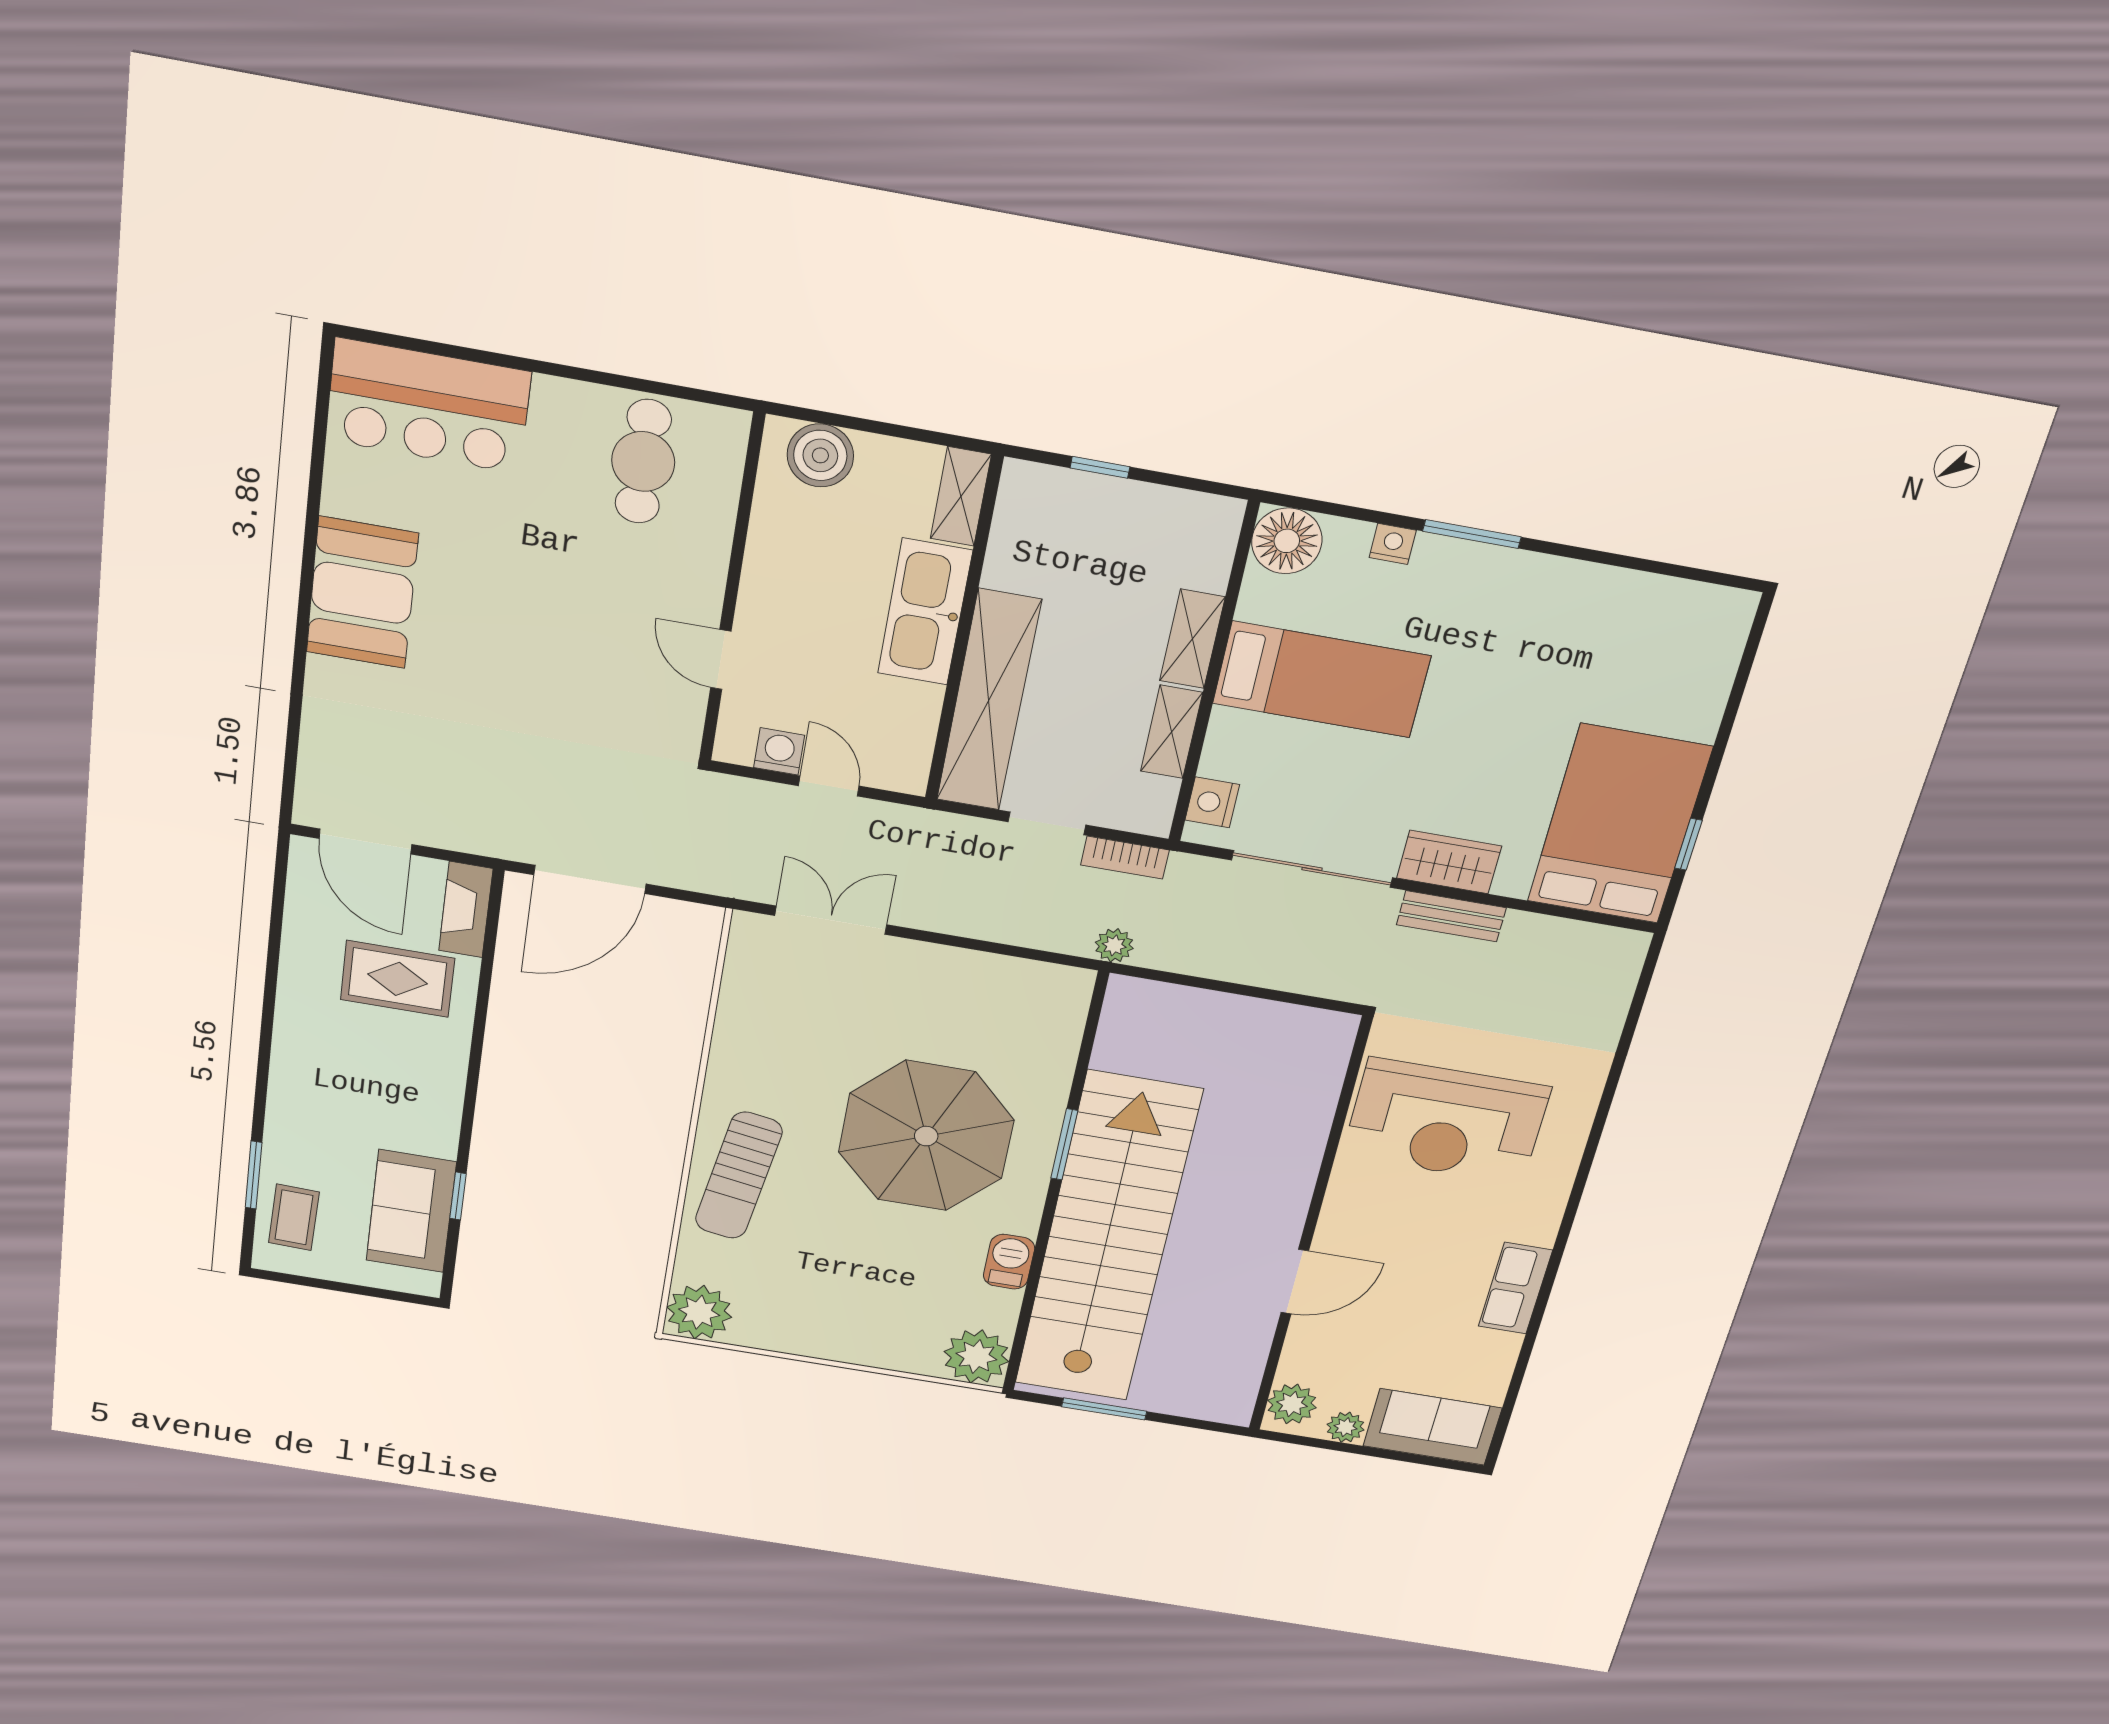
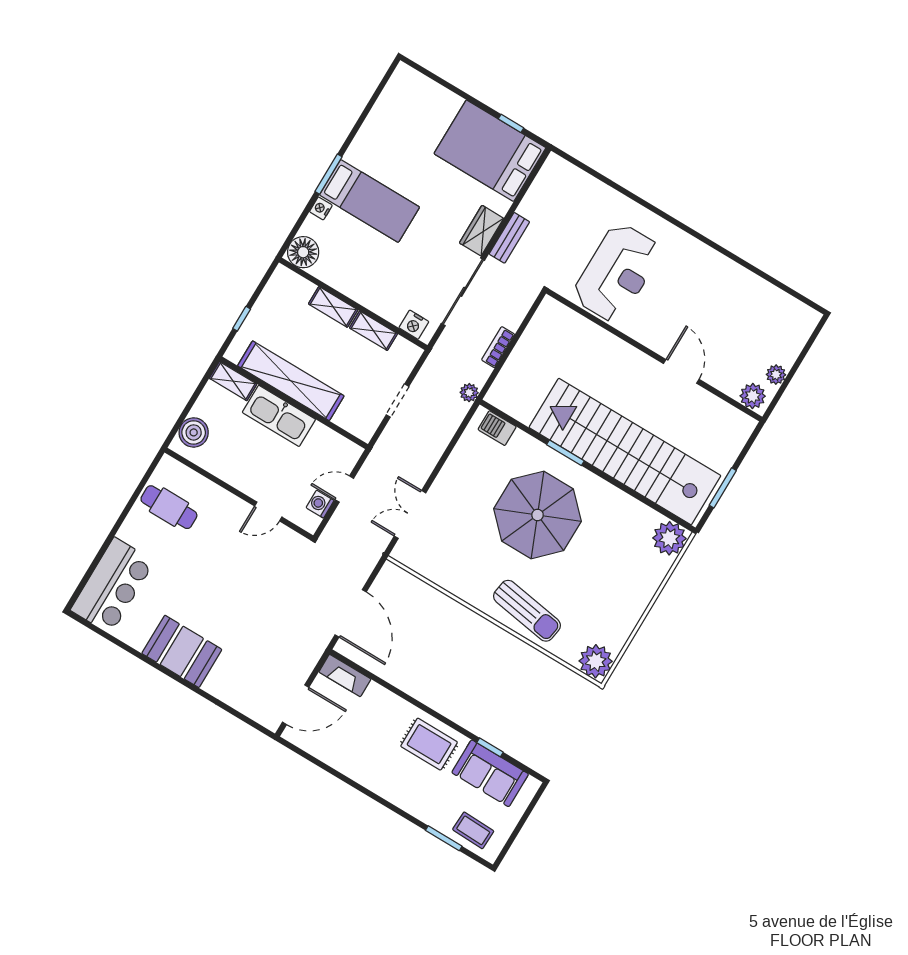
bed: (1322, 680) -> (369, 201), moved, turned 90
shelving: (989, 701) -> (291, 381), moved
bookcase: (1125, 858) -> (498, 347), moved, turned 180
rug: (398, 979) -> (429, 744), moved, turned 90
barbecue: (1009, 1262) -> (497, 428), moved
row of seats: (1515, 1288) -> (723, 268), removed
sofa: (1432, 1427) -> (791, 332), removed

